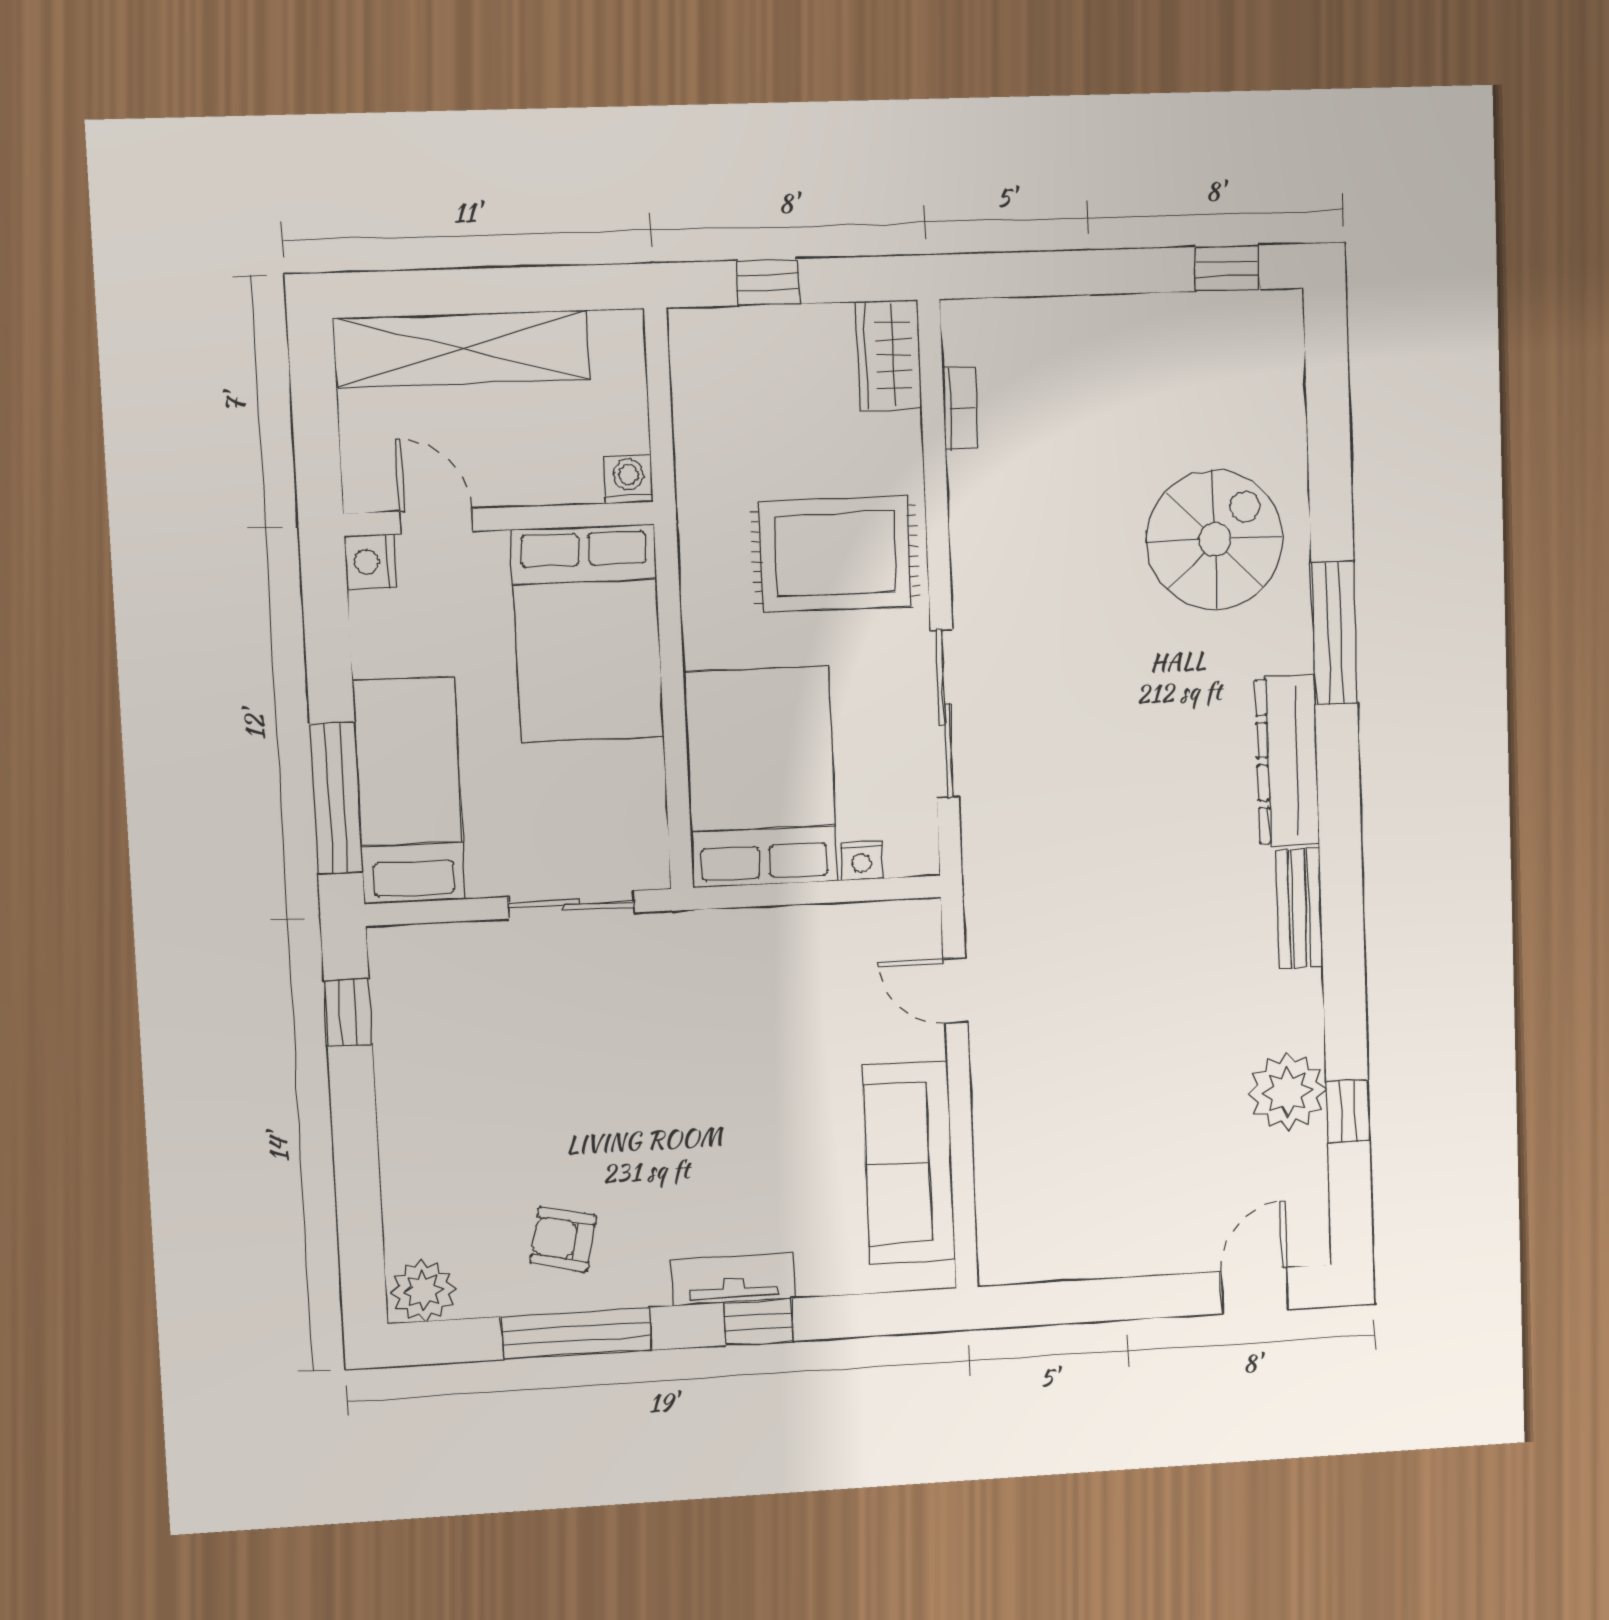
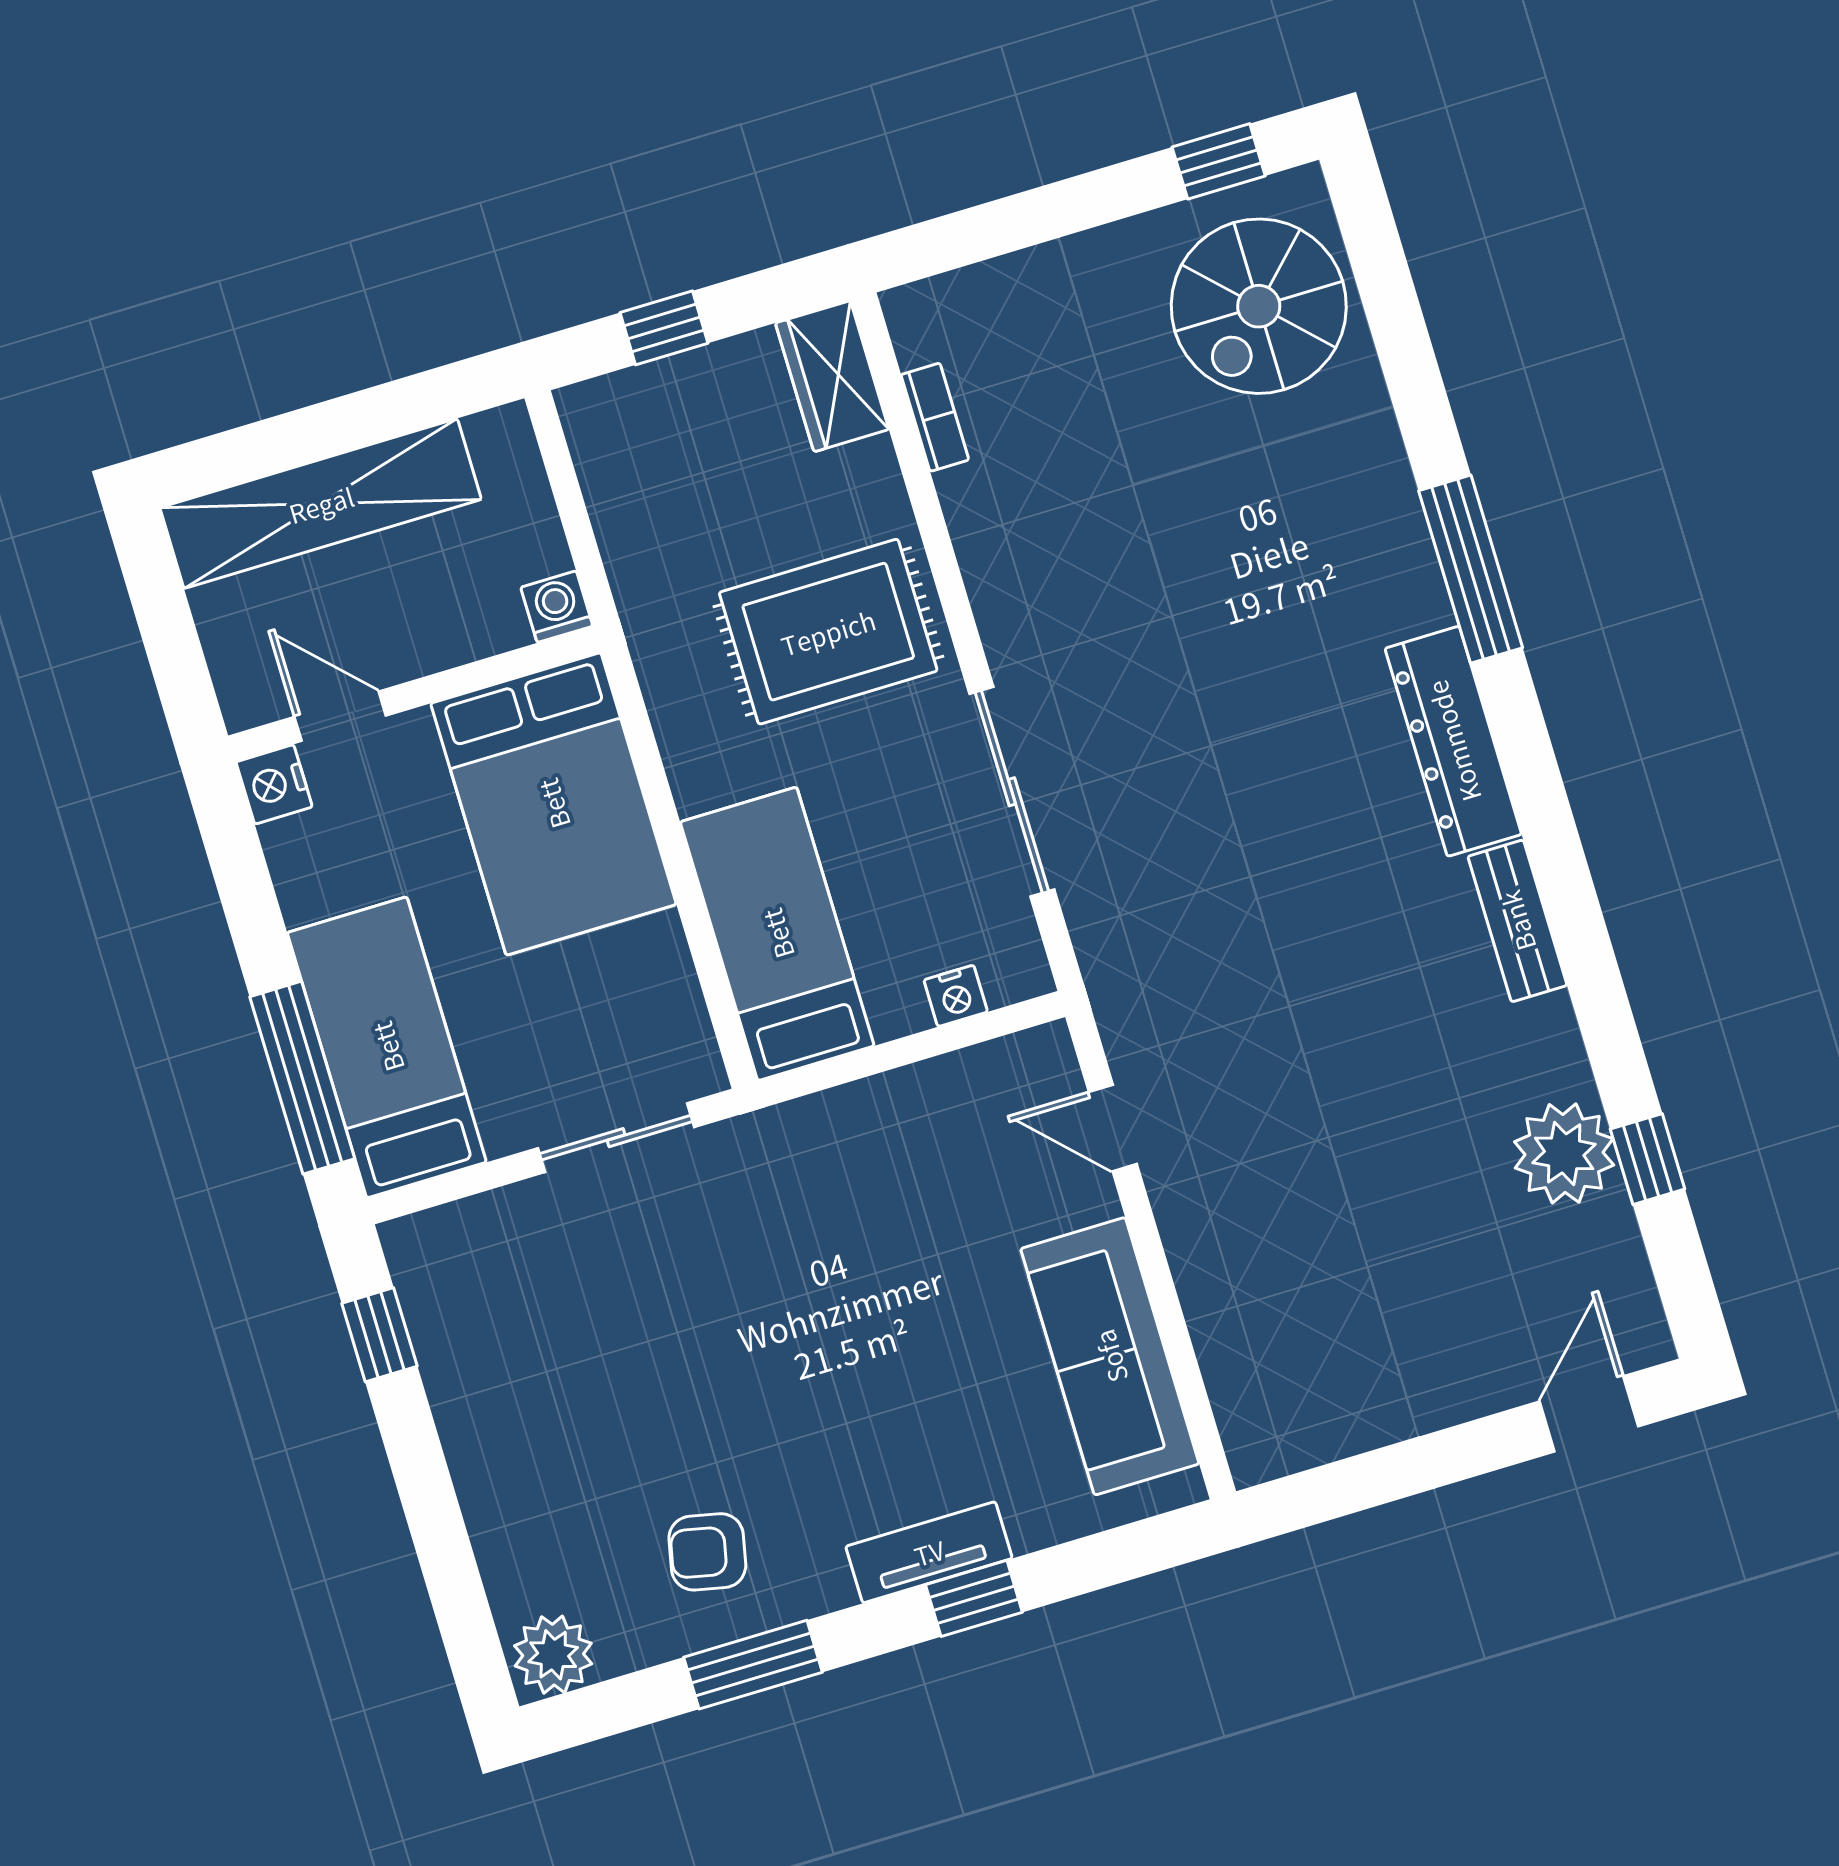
spiral stairs: (1215, 540) -> (1259, 306), moved, turned 180
bed: (761, 777) -> (777, 934), width x0.67
window: (577, 1333) -> (753, 1665), width x0.69

